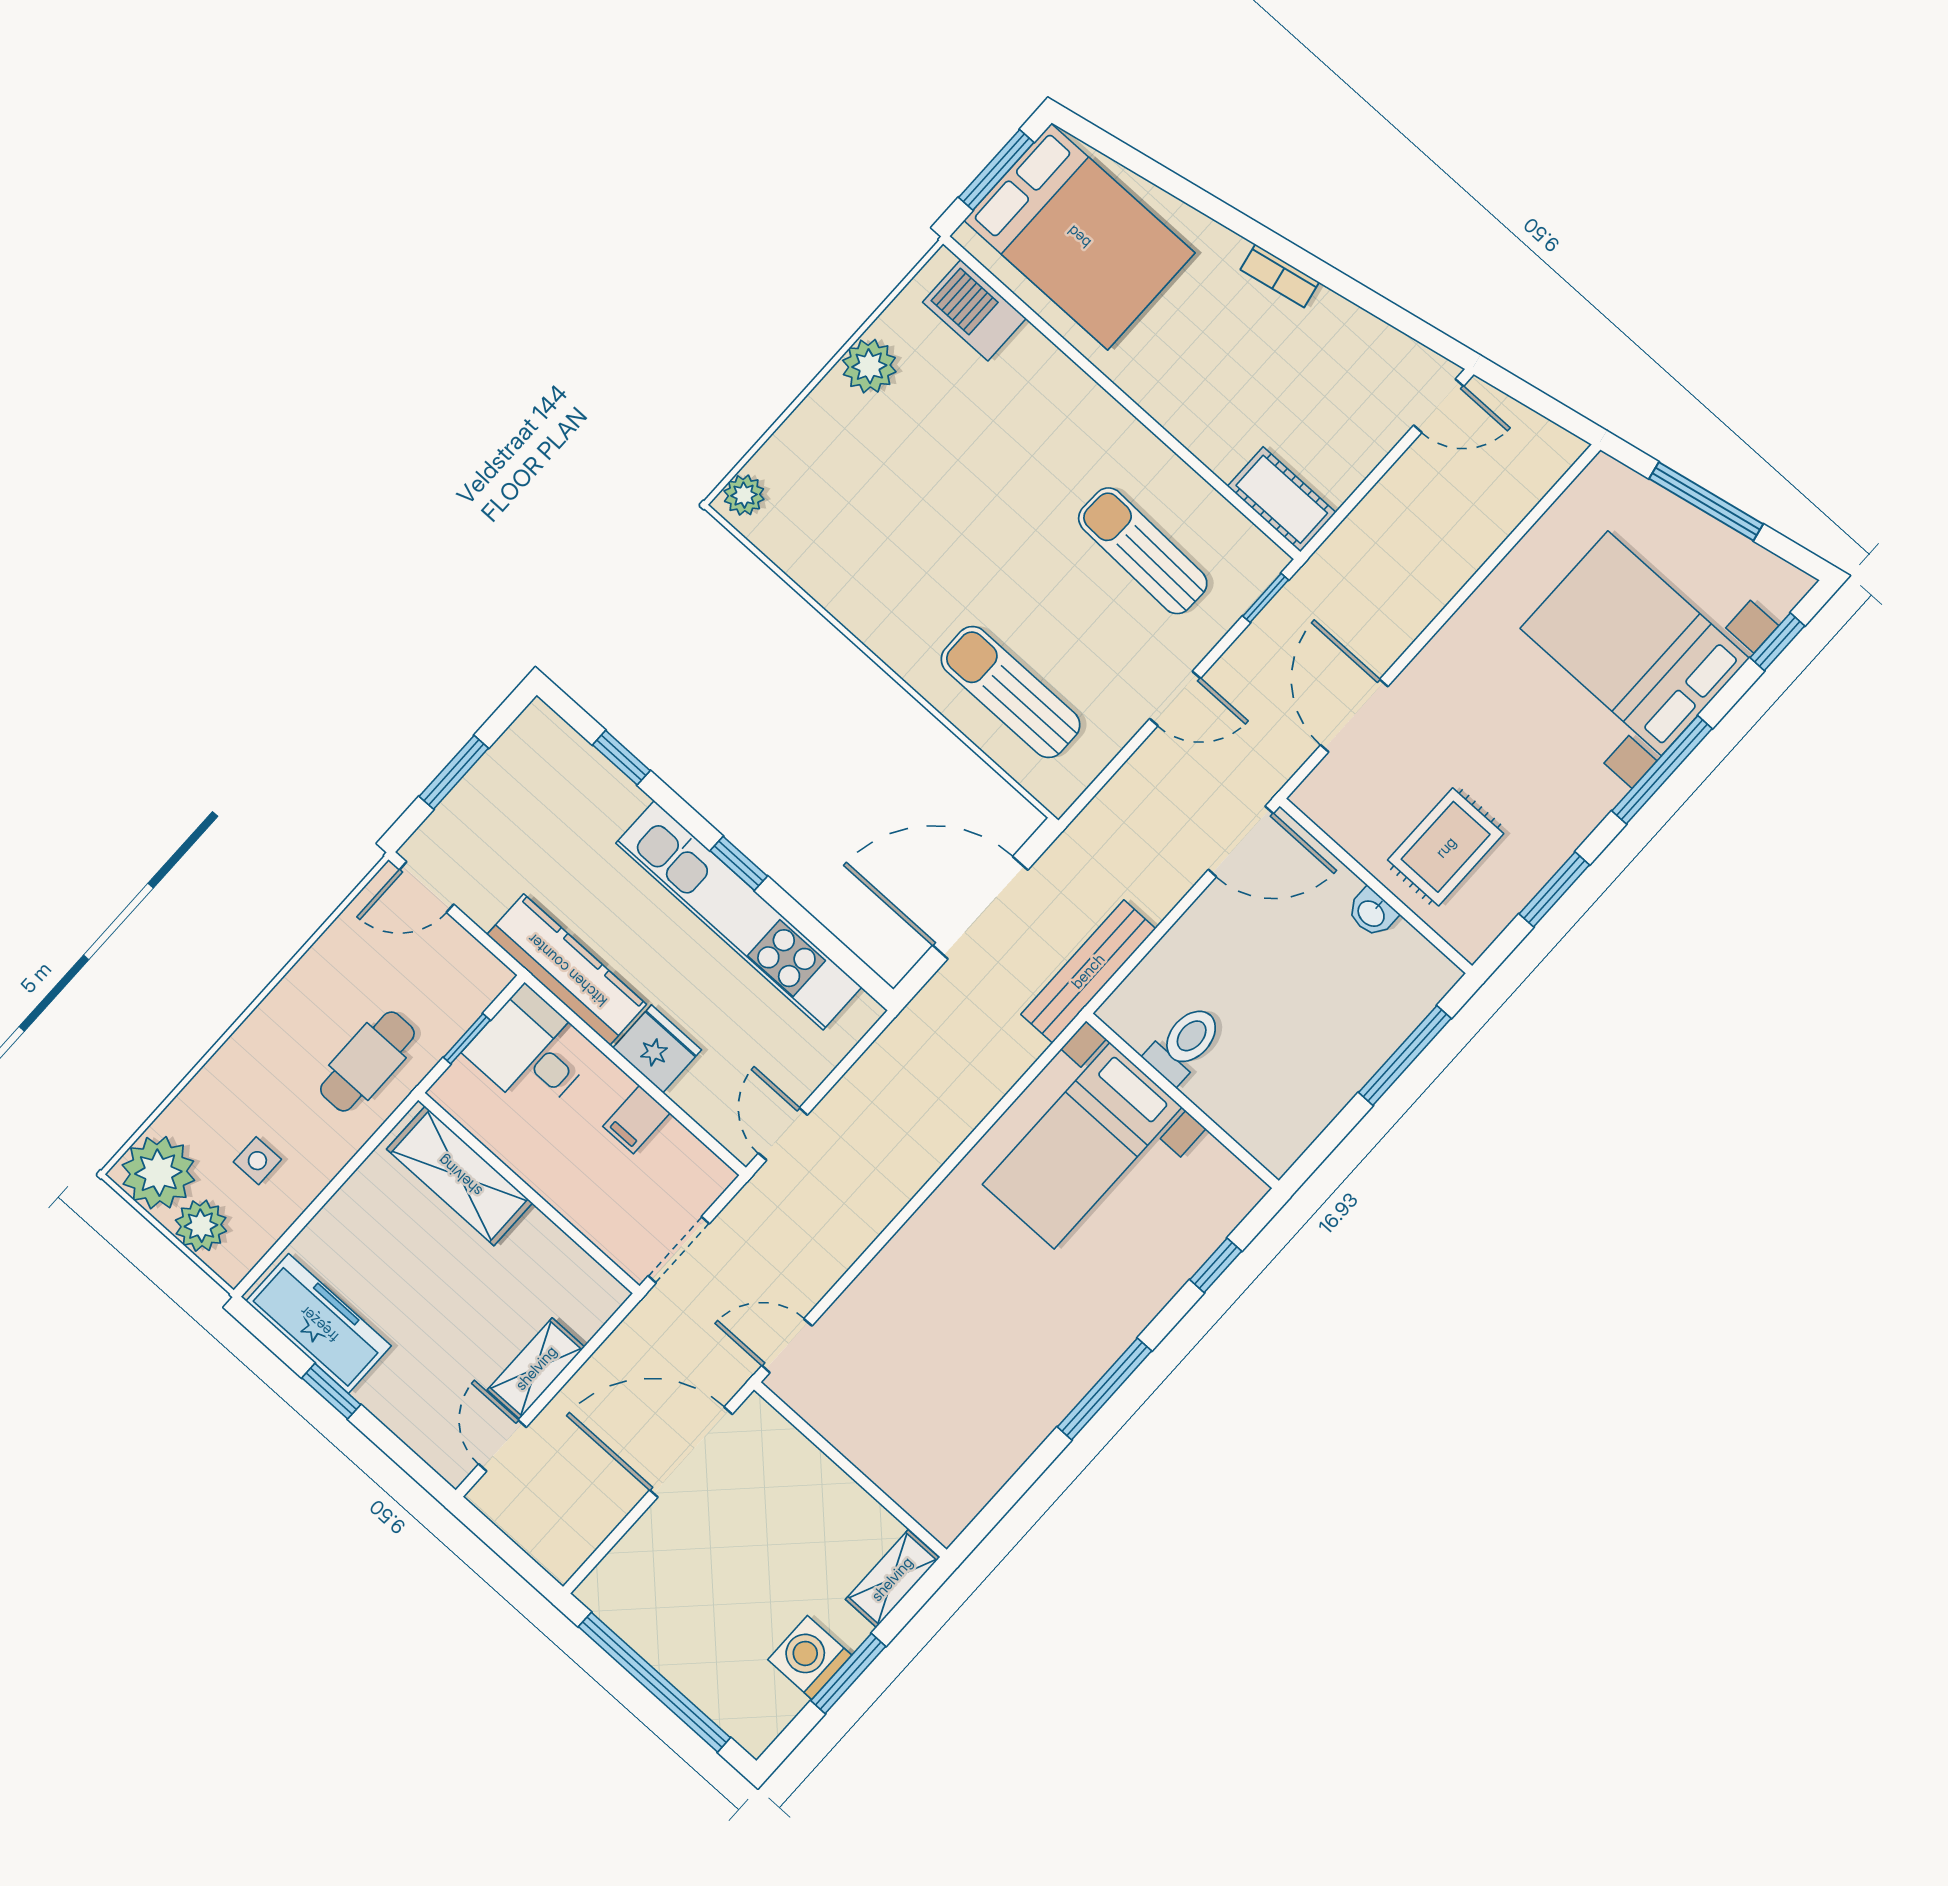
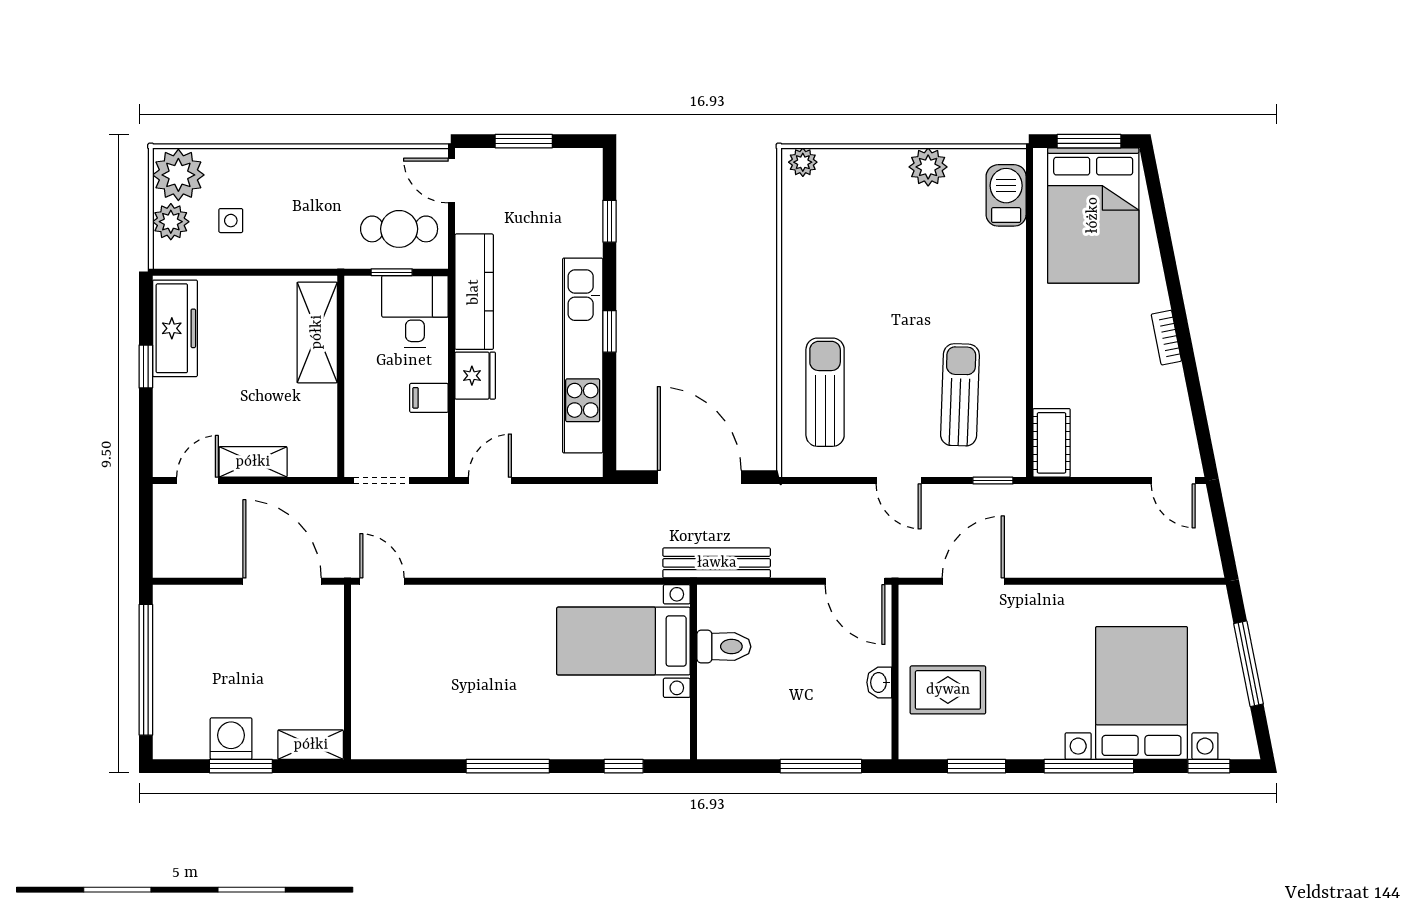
cafe table: (367, 1061) -> (399, 229), moved

